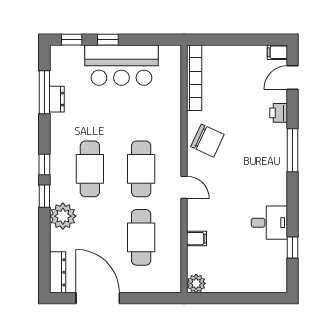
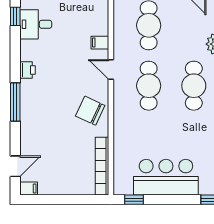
window: (108, 40) -> (134, 200), moved
printer: (279, 113) -> (27, 70), moved
desk: (269, 223) -> (36, 24), moved
filing cabinet: (197, 239) -> (100, 43), moved

